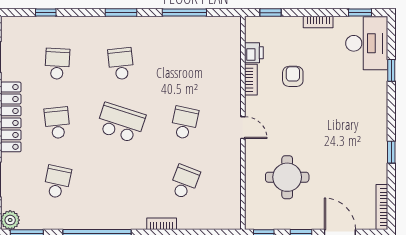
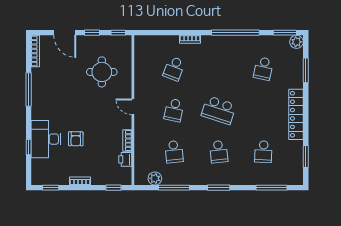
window: (46, 13) -> (272, 188), width x2.17
plant: (212, 26) -> (155, 178), added
desk: (367, 43) -> (46, 139), moved
armchair: (293, 76) -> (76, 139), moved
school desk: (57, 123) -> (174, 152), moved
window: (391, 152) -> (29, 90), width x2.17

